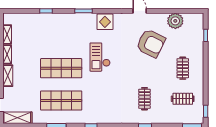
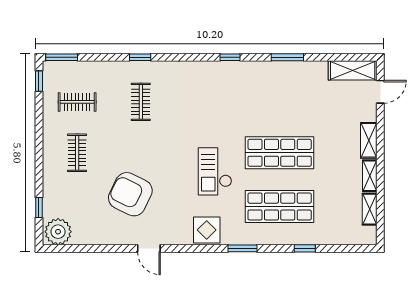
plant: (175, 21) -> (58, 232), moved
checkout: (100, 57) -> (215, 171), turned 180
shop shelf: (61, 100) -> (280, 207), moved

